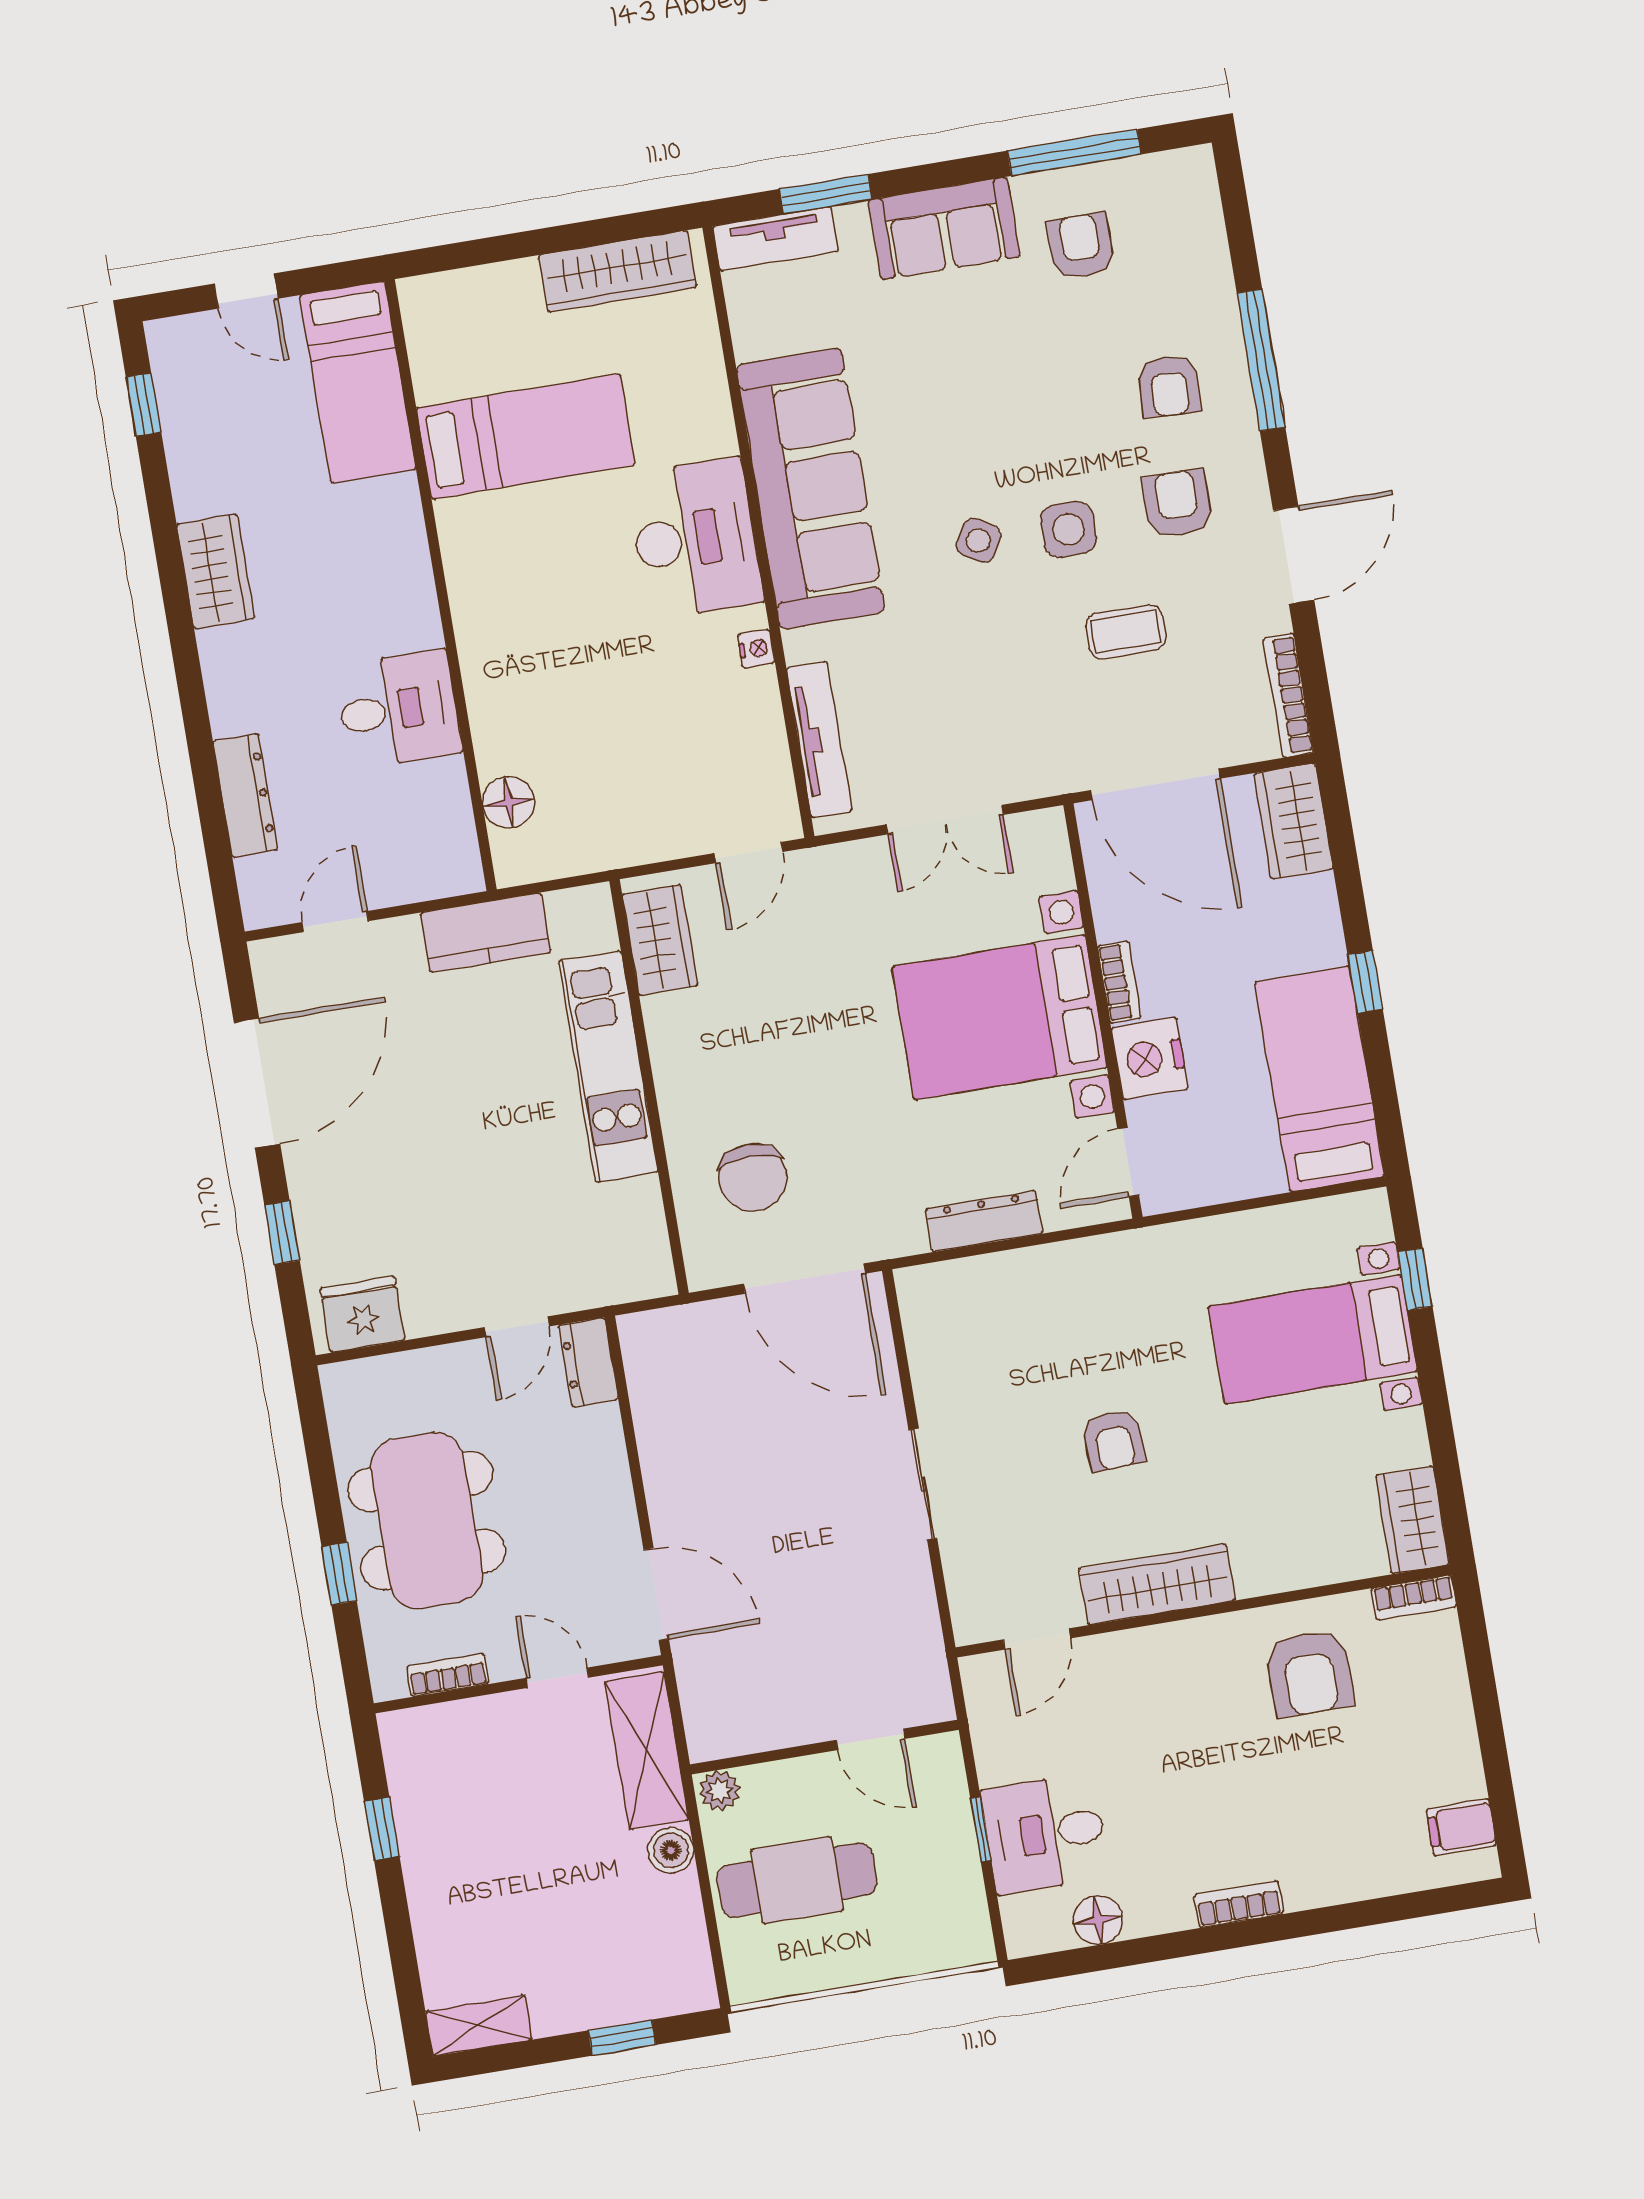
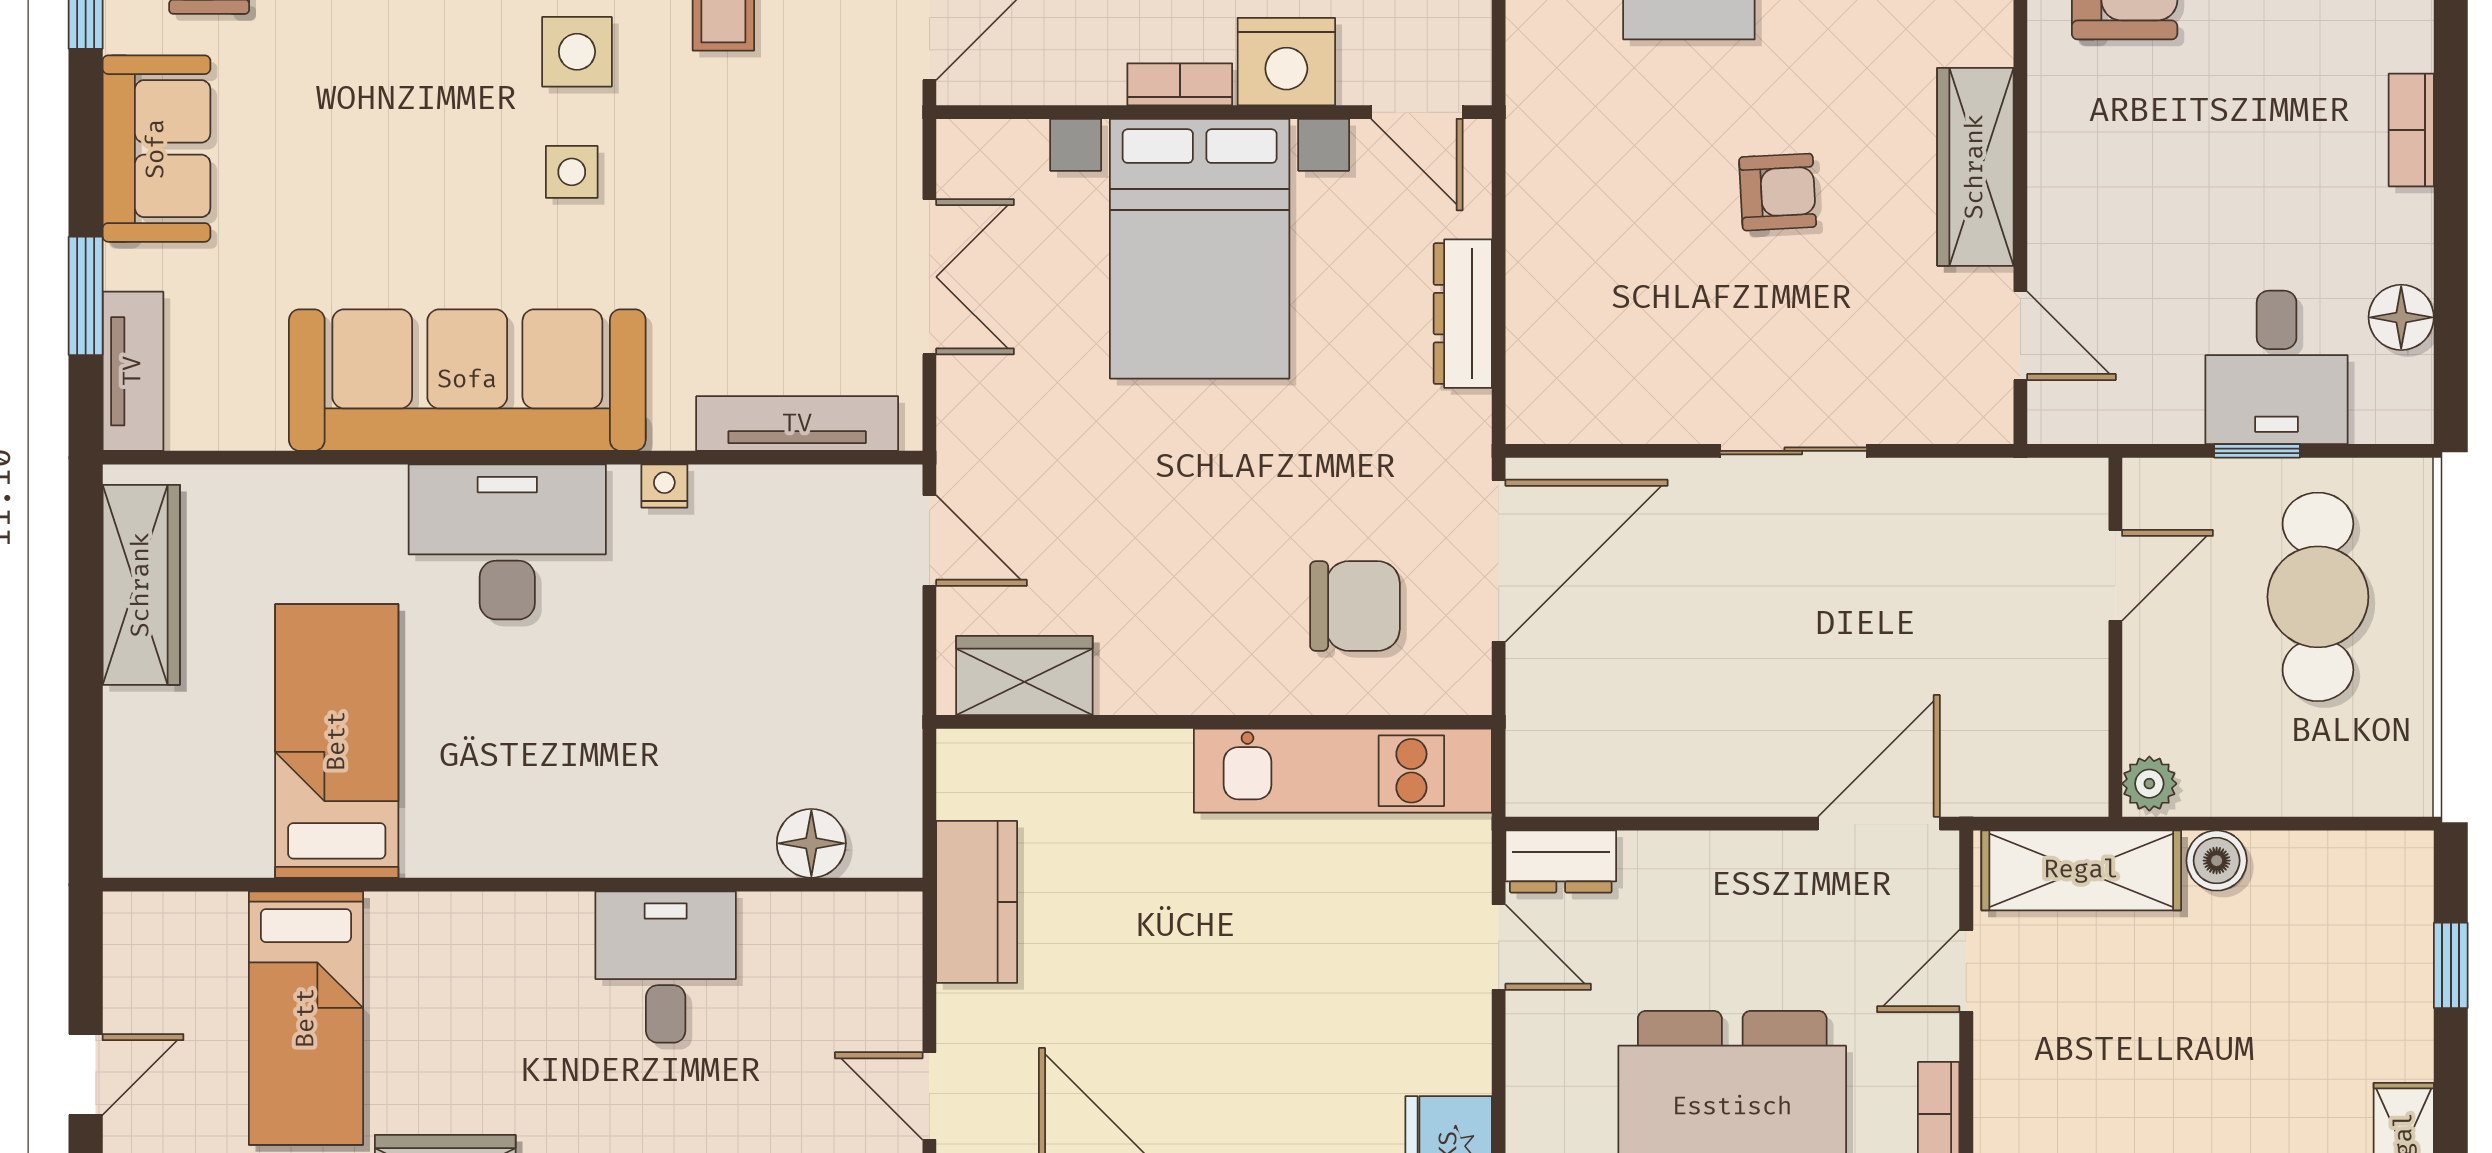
bed: (358, 382) -> (306, 1018), moved, turned 90
side table: (978, 540) -> (572, 172), turned -31
kitchen unit: (608, 1067) -> (1343, 771), moved
cafe table: (797, 1880) -> (2318, 597), moved

